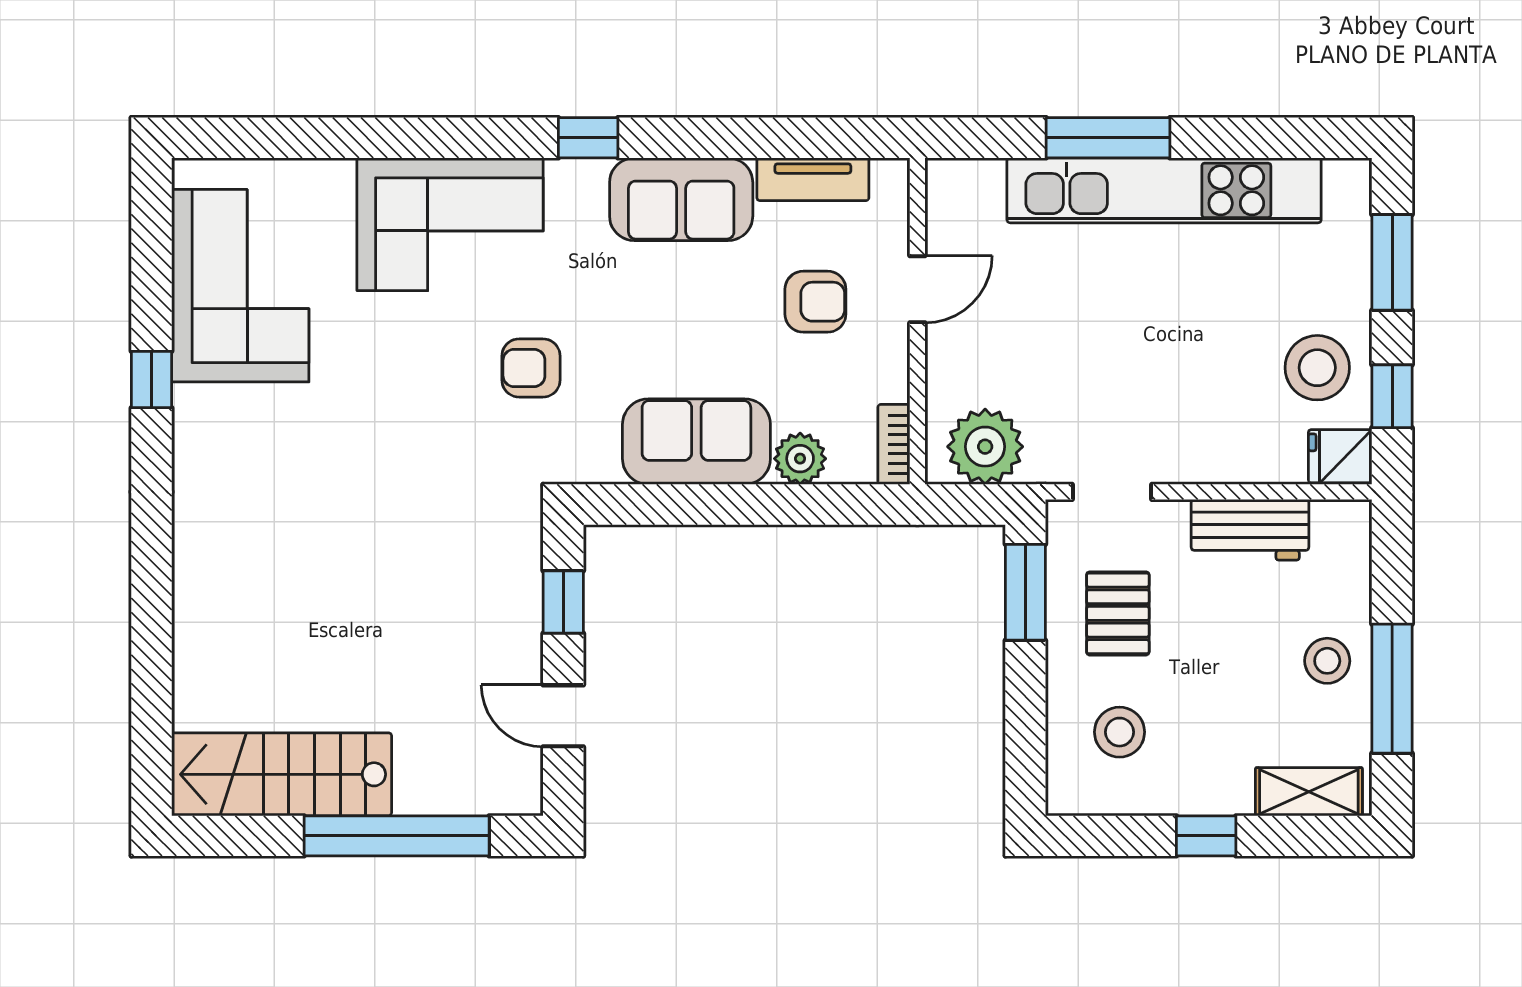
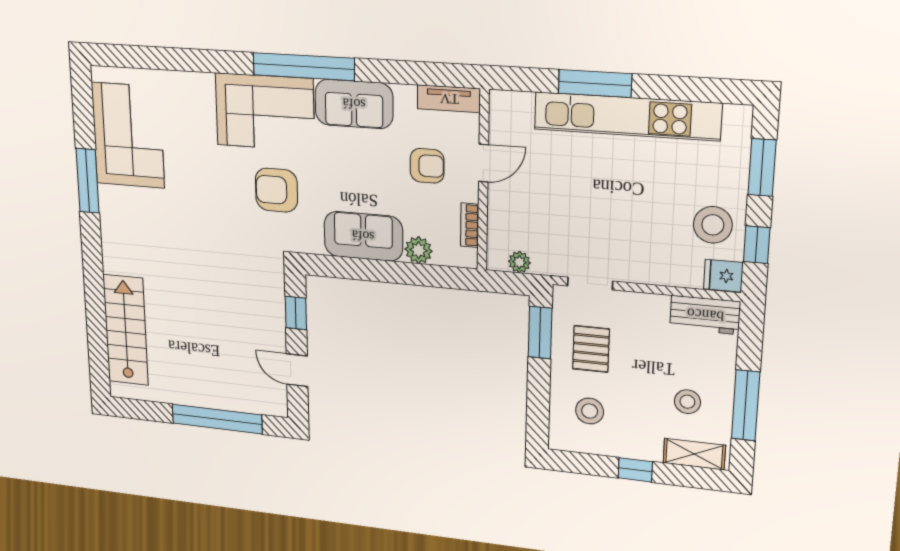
window: (588, 138) -> (304, 67), width x3.17
tv unit: (813, 179) -> (449, 99), moved
corner sofa: (450, 224) -> (265, 112), moved
armchair: (531, 368) -> (276, 190), width x1.38, depth x1.38
window: (151, 379) -> (88, 181), width x2.17
bookcase: (894, 444) -> (470, 225), moved
plant: (985, 447) -> (519, 262), width x0.53, depth x0.53
workbench: (1250, 530) -> (705, 315), moved
stool: (1327, 661) -> (687, 402), moved
stairs: (282, 774) -> (126, 330), moved, turned 90

